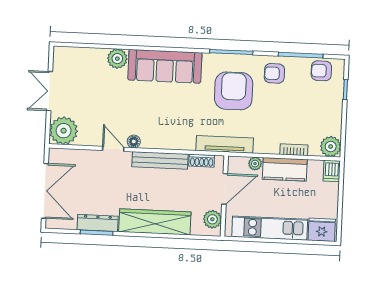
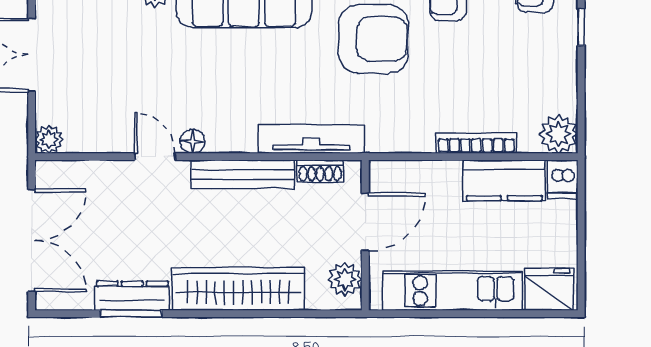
armchair: (234, 91) -> (374, 39), turned 90
plant: (64, 131) -> (49, 139), width x0.53, depth x0.53
tv unit: (225, 144) -> (311, 139), moved
bookcase: (294, 150) -> (476, 143), width x1.56
plant: (255, 164) -> (420, 172), removed
kitchen counter: (285, 169) -> (504, 180), moved

